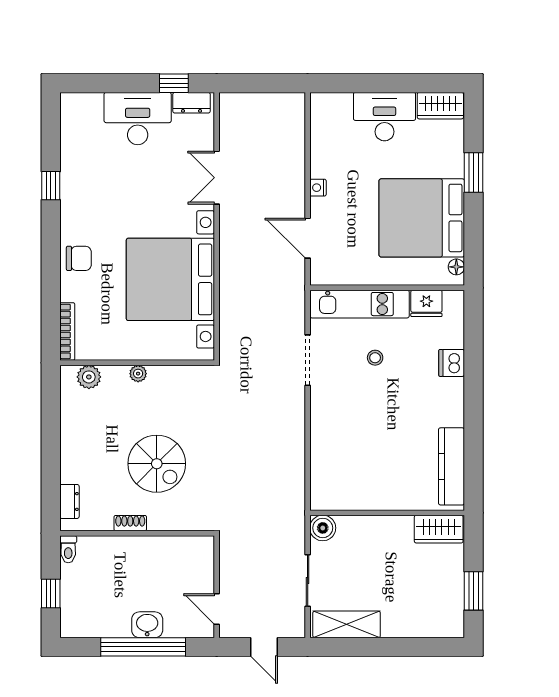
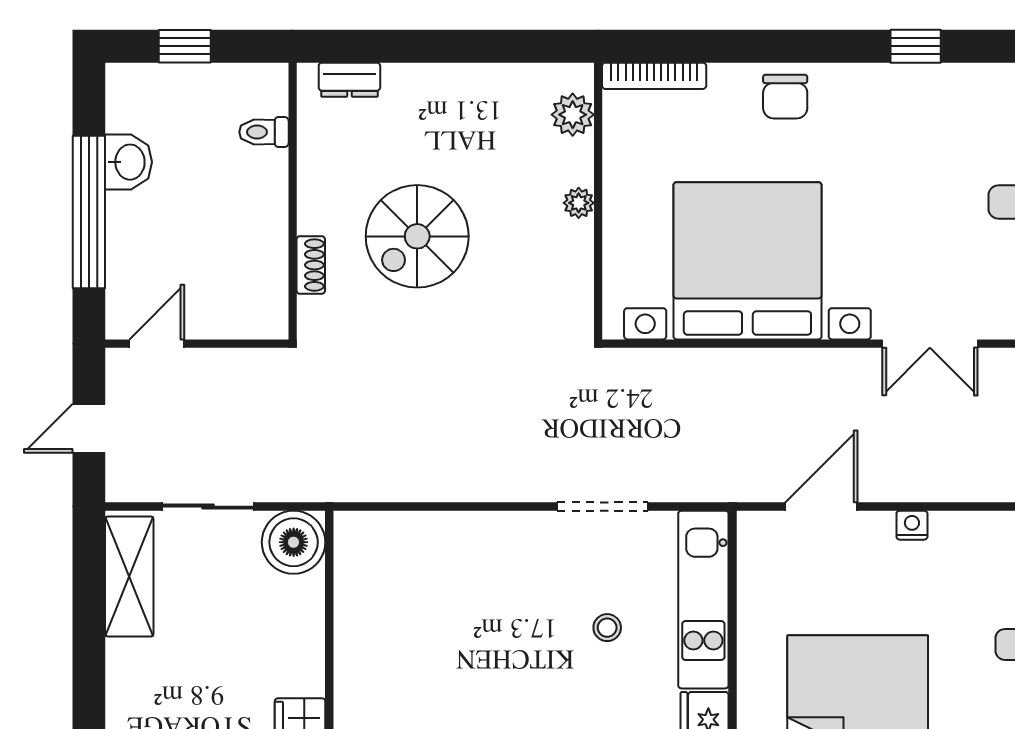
double door: (217, 178) -> (930, 344), swing flipped
shoe rack: (130, 523) -> (311, 265), moved
boiler: (323, 528) -> (294, 542), width x1.37, depth x1.37
toilet: (68, 549) -> (264, 132), moved
washbasin: (147, 625) -> (129, 162), moved

